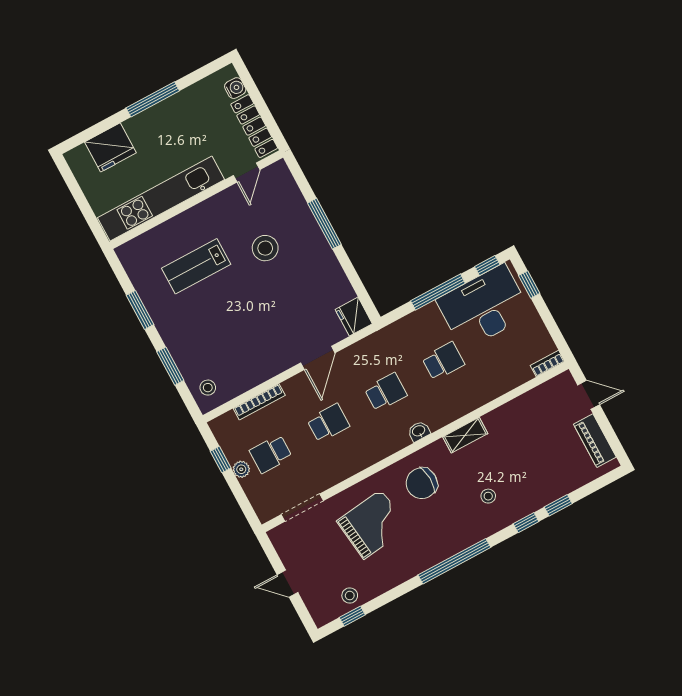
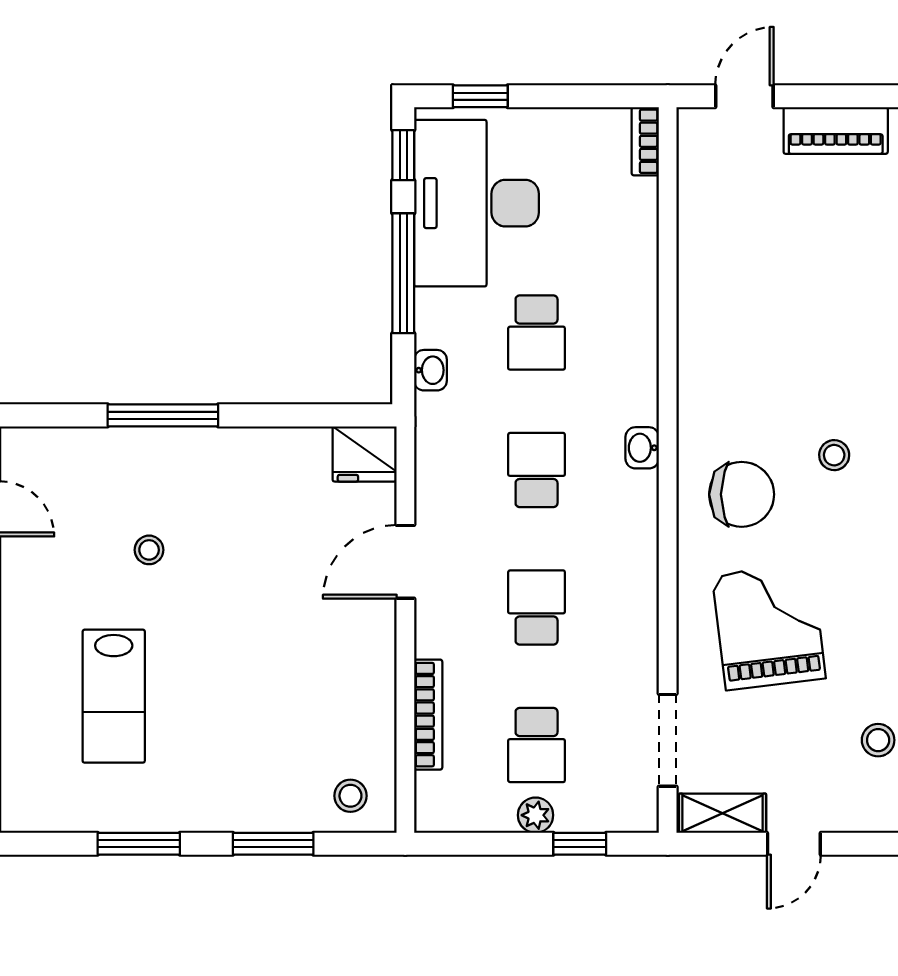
stool: (265, 248) -> (149, 550), width x0.53, depth x0.53
washbasin: (404, 325) -> (430, 370), added
door: (318, 358) -> (405, 562), swing flipped
school desk: (443, 361) -> (537, 333), turned 180
shelving: (465, 435) -> (723, 813), moved, turned 90
window: (221, 460) -> (580, 844), moved
chair: (422, 483) -> (742, 494), turned -88
stool: (488, 496) -> (834, 455), moved

